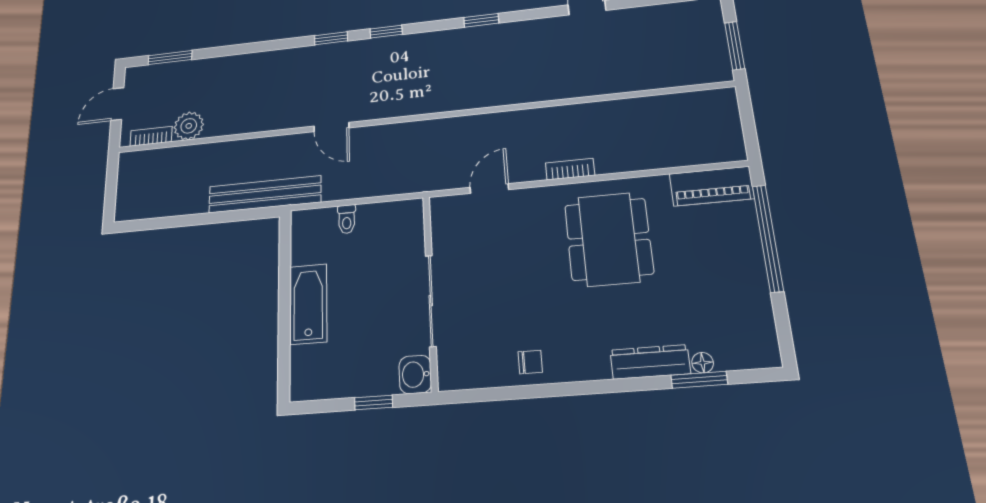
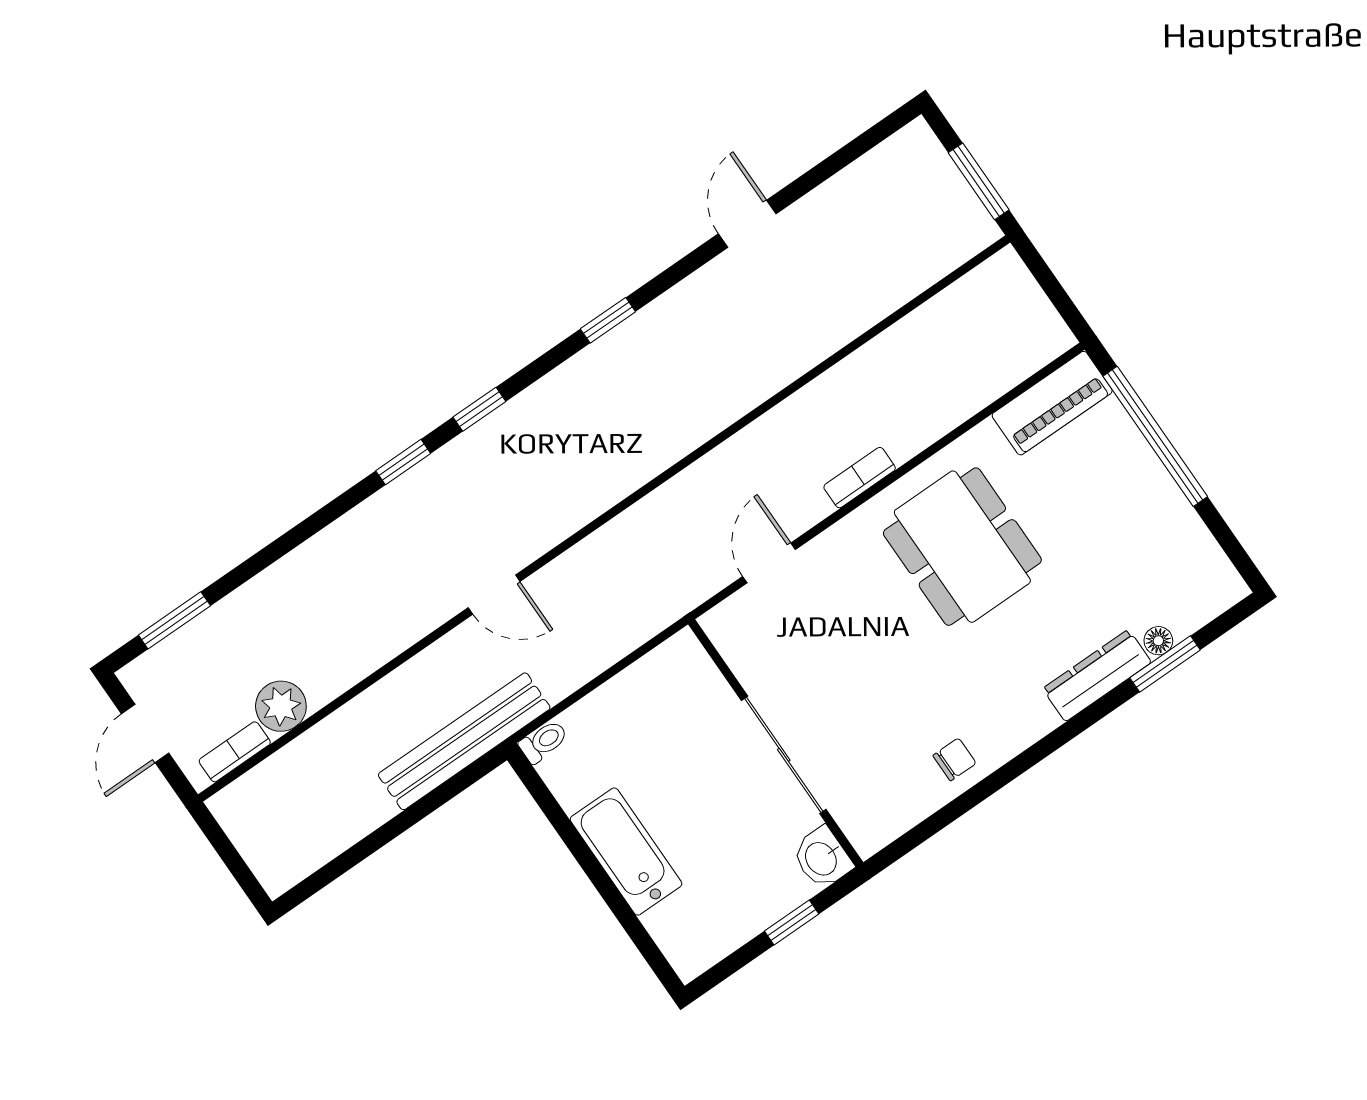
toilet: (347, 219) -> (544, 742), moved, turned -90

